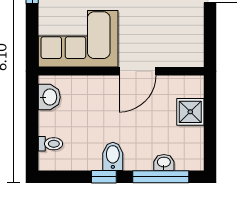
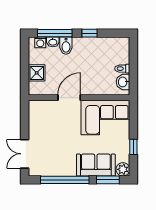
toilet: (50, 144) -> (122, 69), moved
bidet: (113, 156) -> (66, 46), moved
washing machine: (184, 162) -> (40, 42), added

